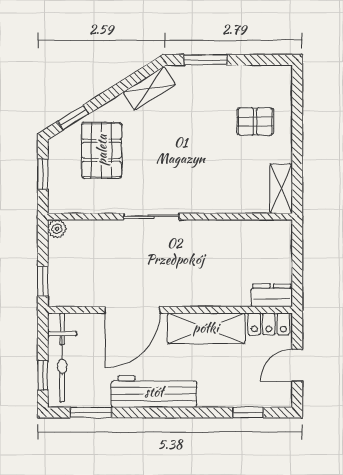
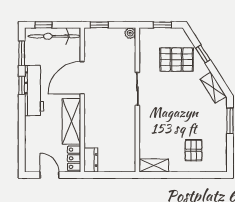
window: (73, 118) -> (203, 54), moved
door: (132, 310) -> (82, 78), hinge flipped
window: (248, 413) -> (22, 85), moved

